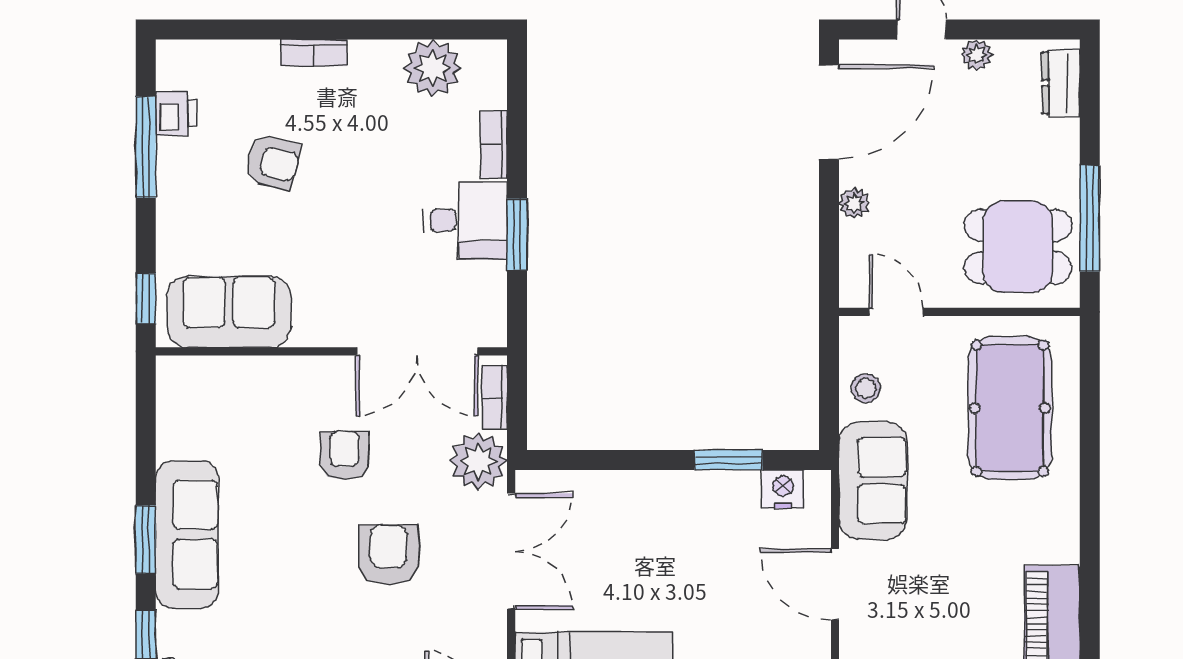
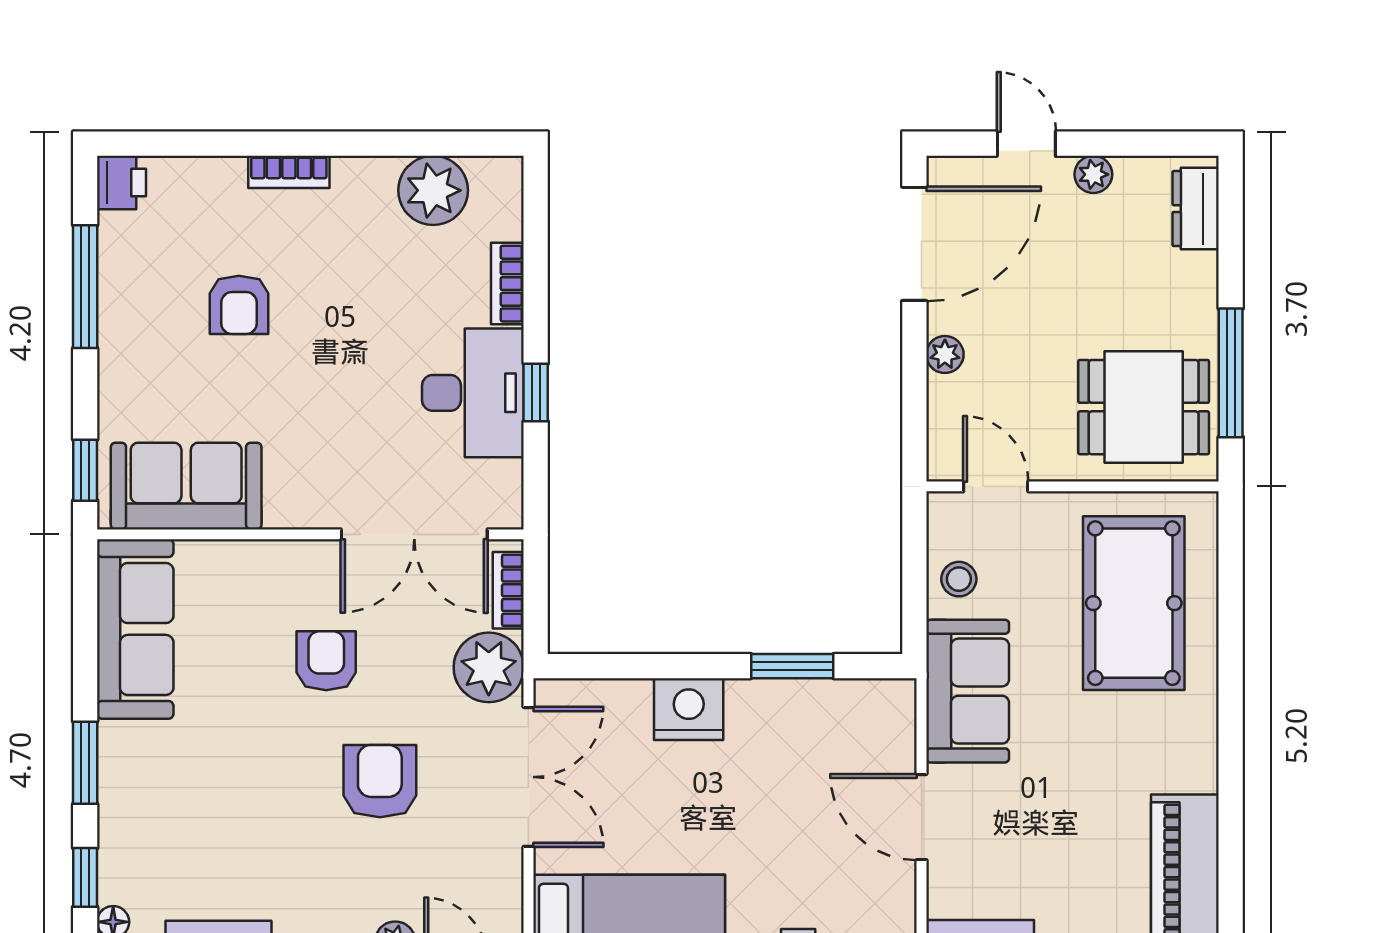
printer: (176, 113) -> (122, 183), moved
armchair: (273, 162) -> (239, 305), turned 76
desk: (465, 220) -> (473, 393), width x1.37
window: (517, 235) -> (536, 393), width x0.67
nightstand: (783, 489) -> (689, 709), moved, width x1.36, depth x1.33
sofa: (187, 534) -> (135, 629), moved

